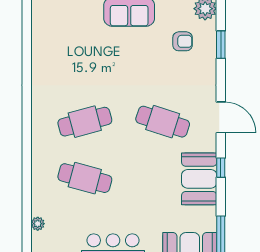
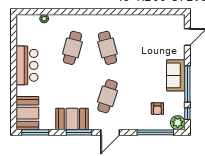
window: (221, 45) -> (155, 132), width x2.11
window: (221, 168) -> (79, 132), width x2.17

